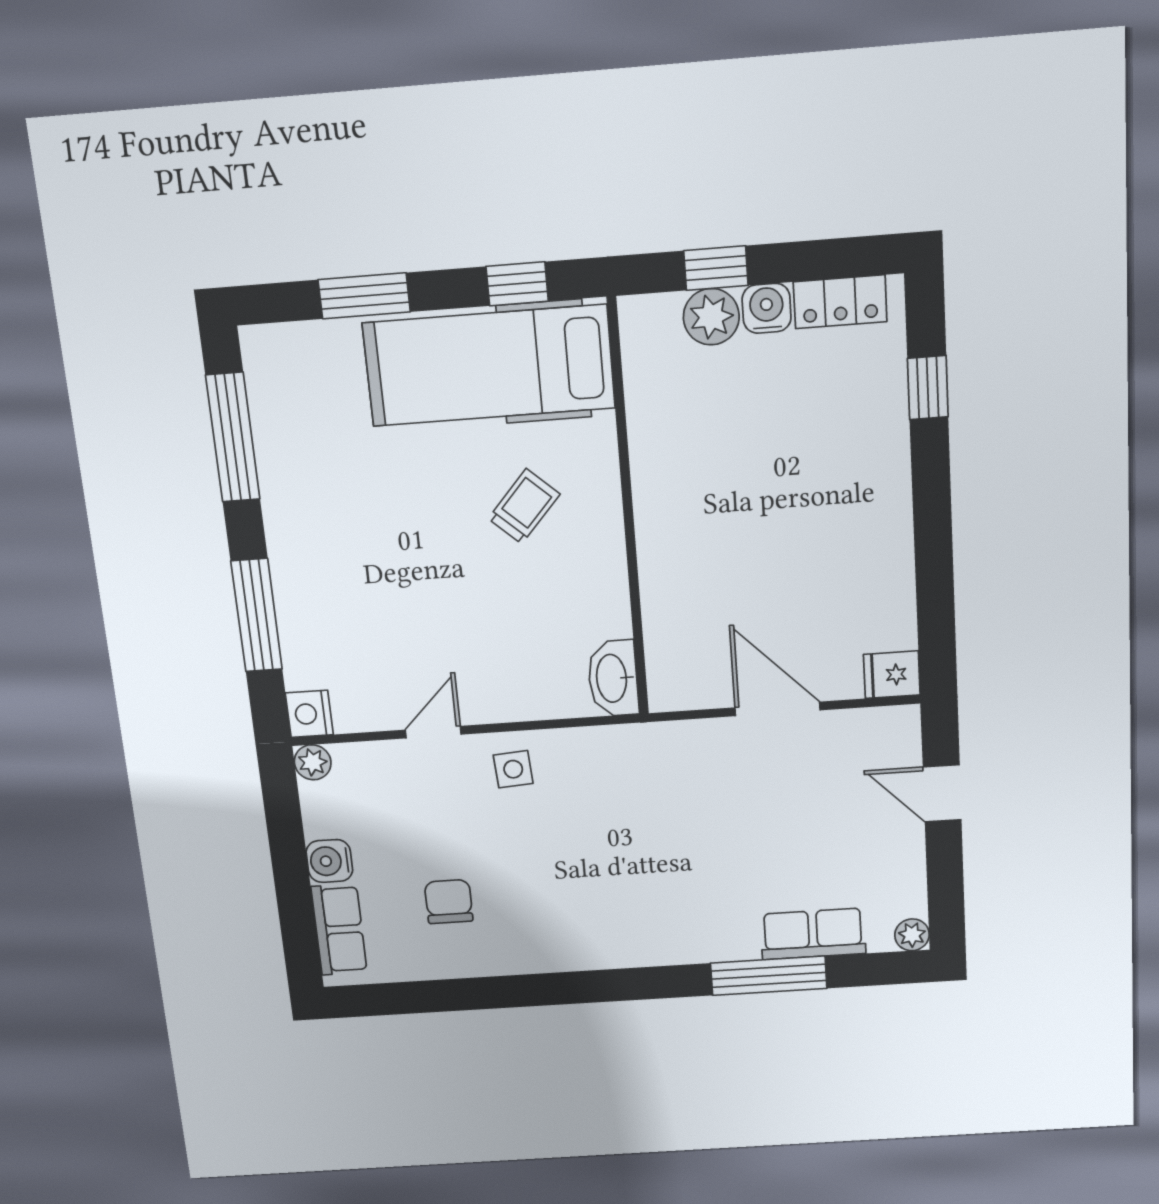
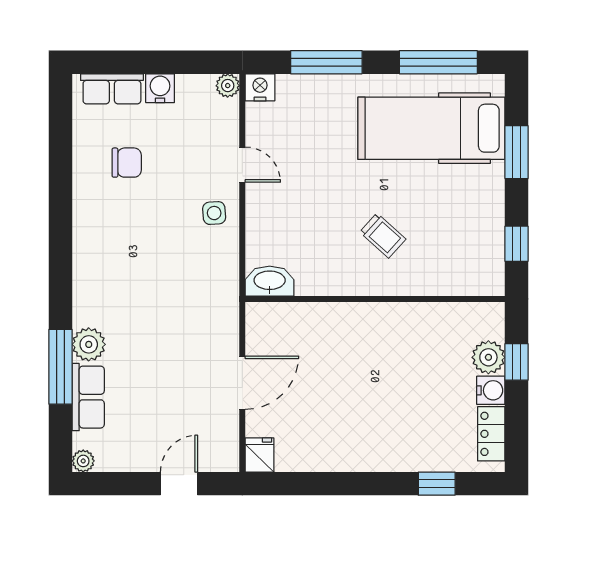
hospital bed: (489, 366) -> (431, 128), moved, turned -90
plant: (732, 938) -> (89, 344), added

